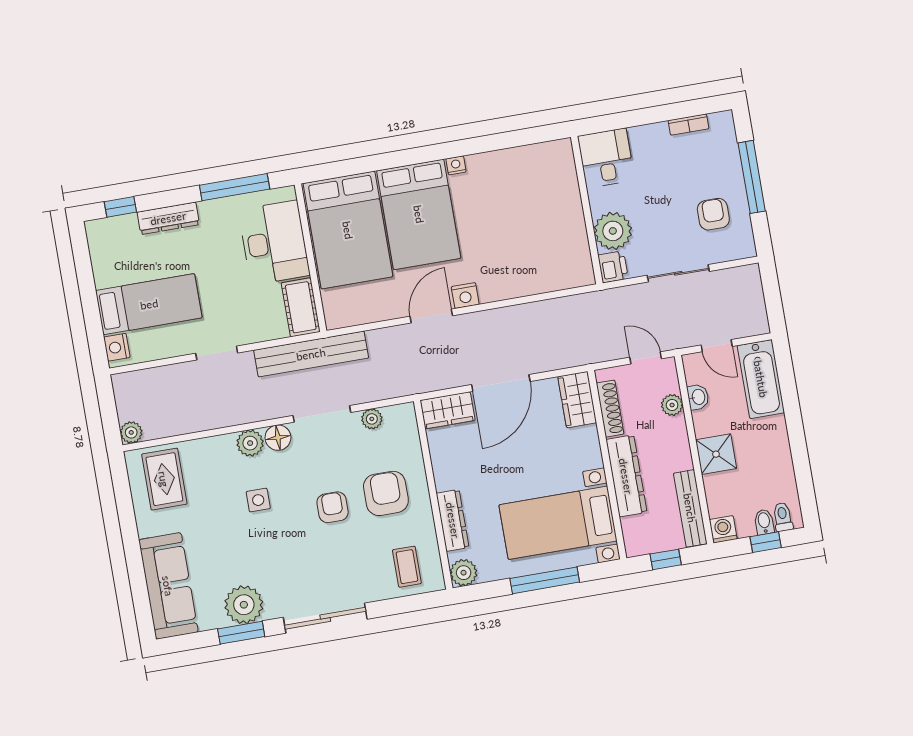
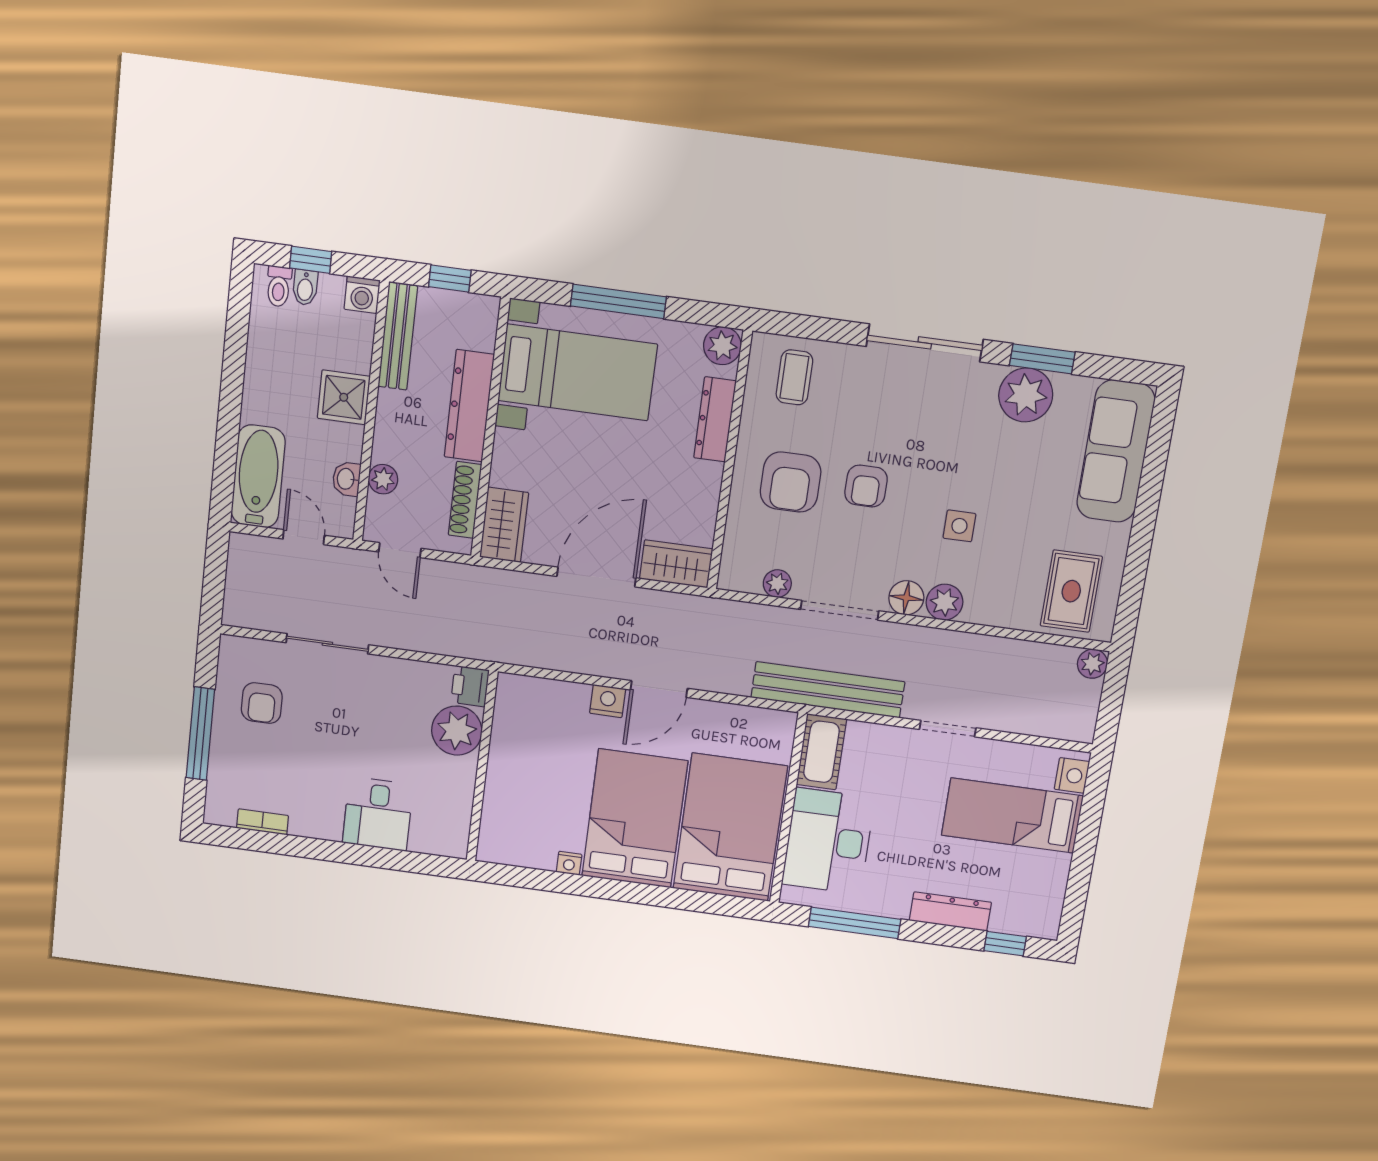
wall: (587, 210) -> (482, 766), moved
plant: (613, 231) -> (457, 731), moved
printer: (613, 267) -> (470, 686), moved

